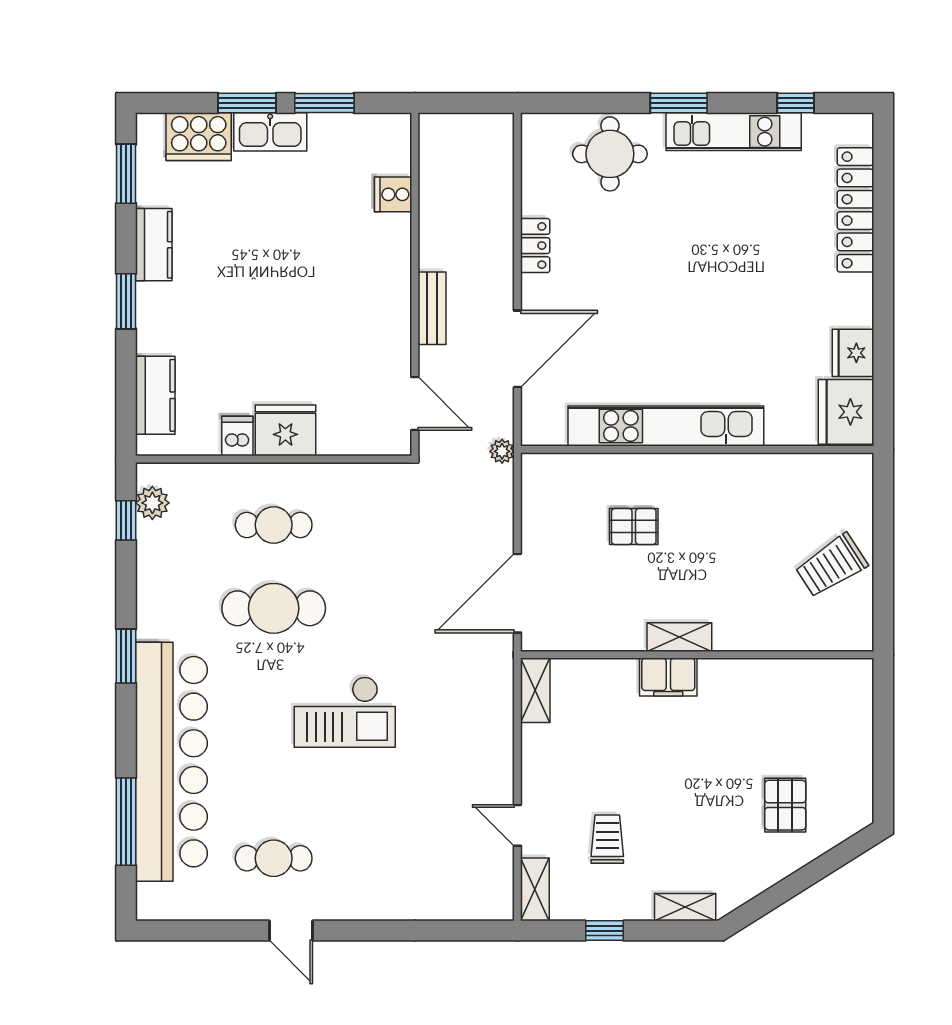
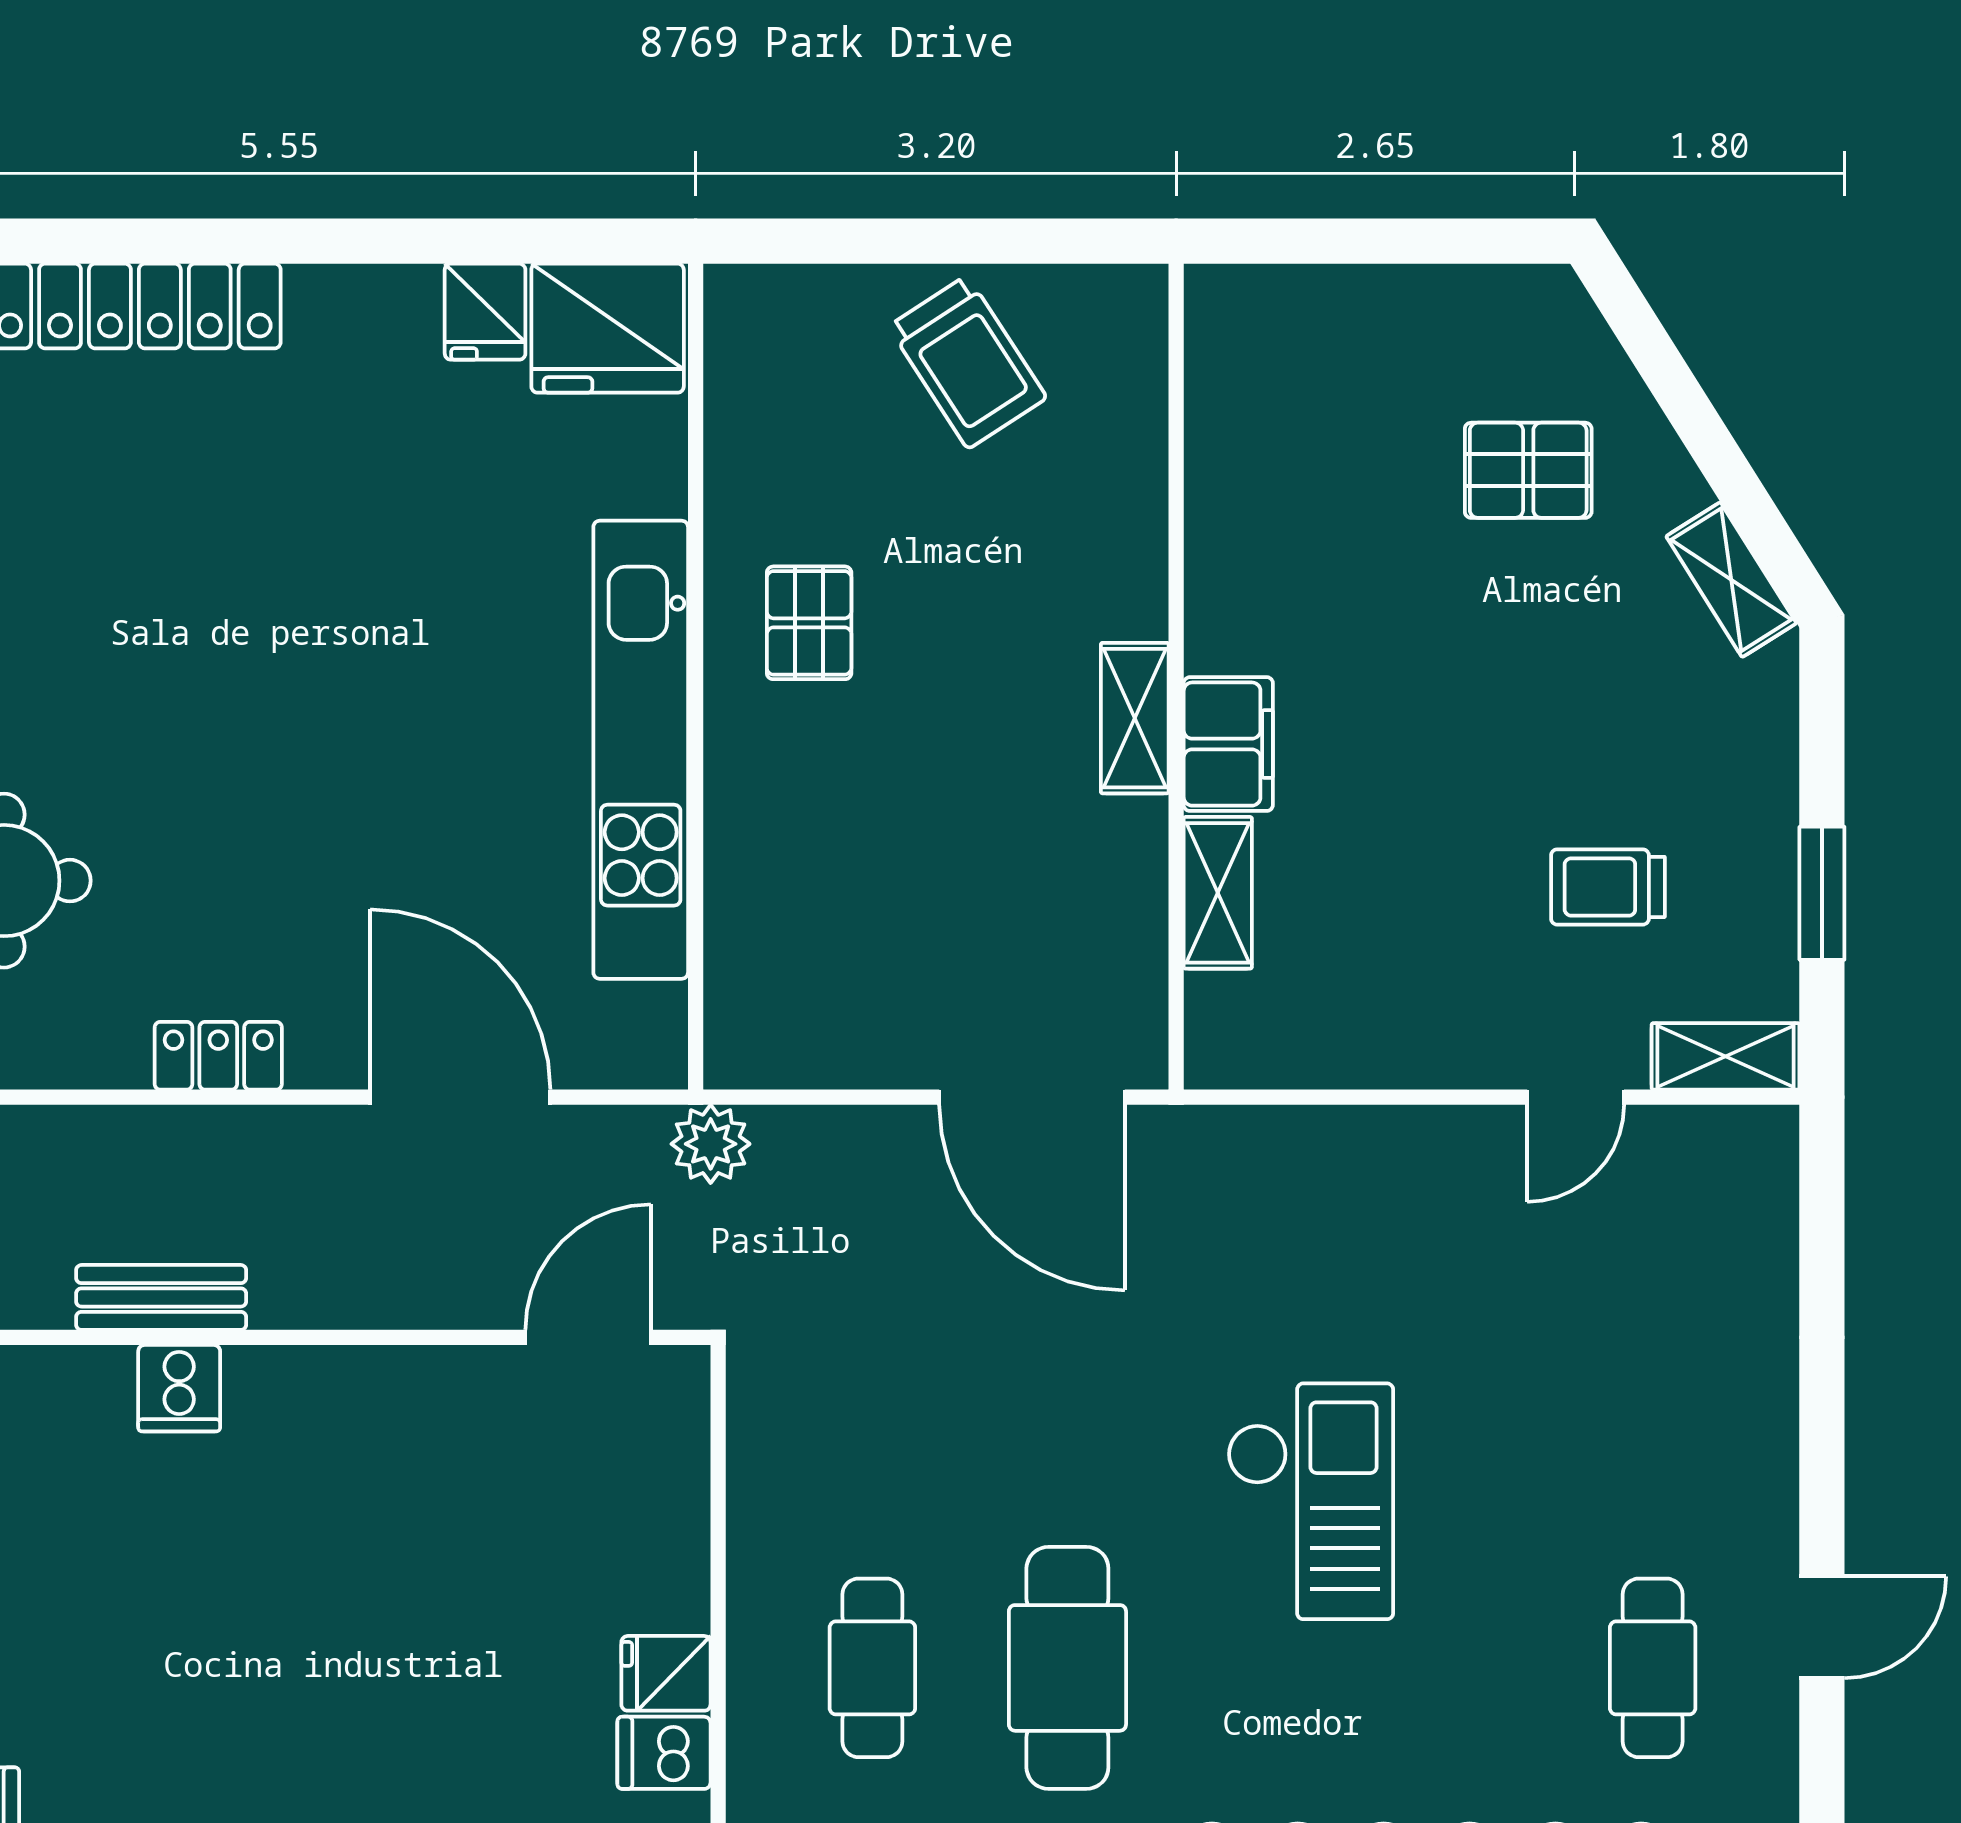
cooker: (393, 194) -> (179, 1388), moved
bench: (432, 308) -> (161, 1297), moved
fridge: (853, 353) -> (485, 312), width x0.72
fridge: (285, 430) -> (666, 1673), width x0.53, depth x0.75
plant: (502, 451) -> (711, 1144), width x1.38, depth x1.38
pallet: (634, 526) -> (809, 623), moved
shelving: (535, 690) -> (1218, 893), moved, turned 90
shelving: (685, 907) -> (1731, 580), moved, turned -32
window: (605, 931) -> (1822, 893), width x1.50

